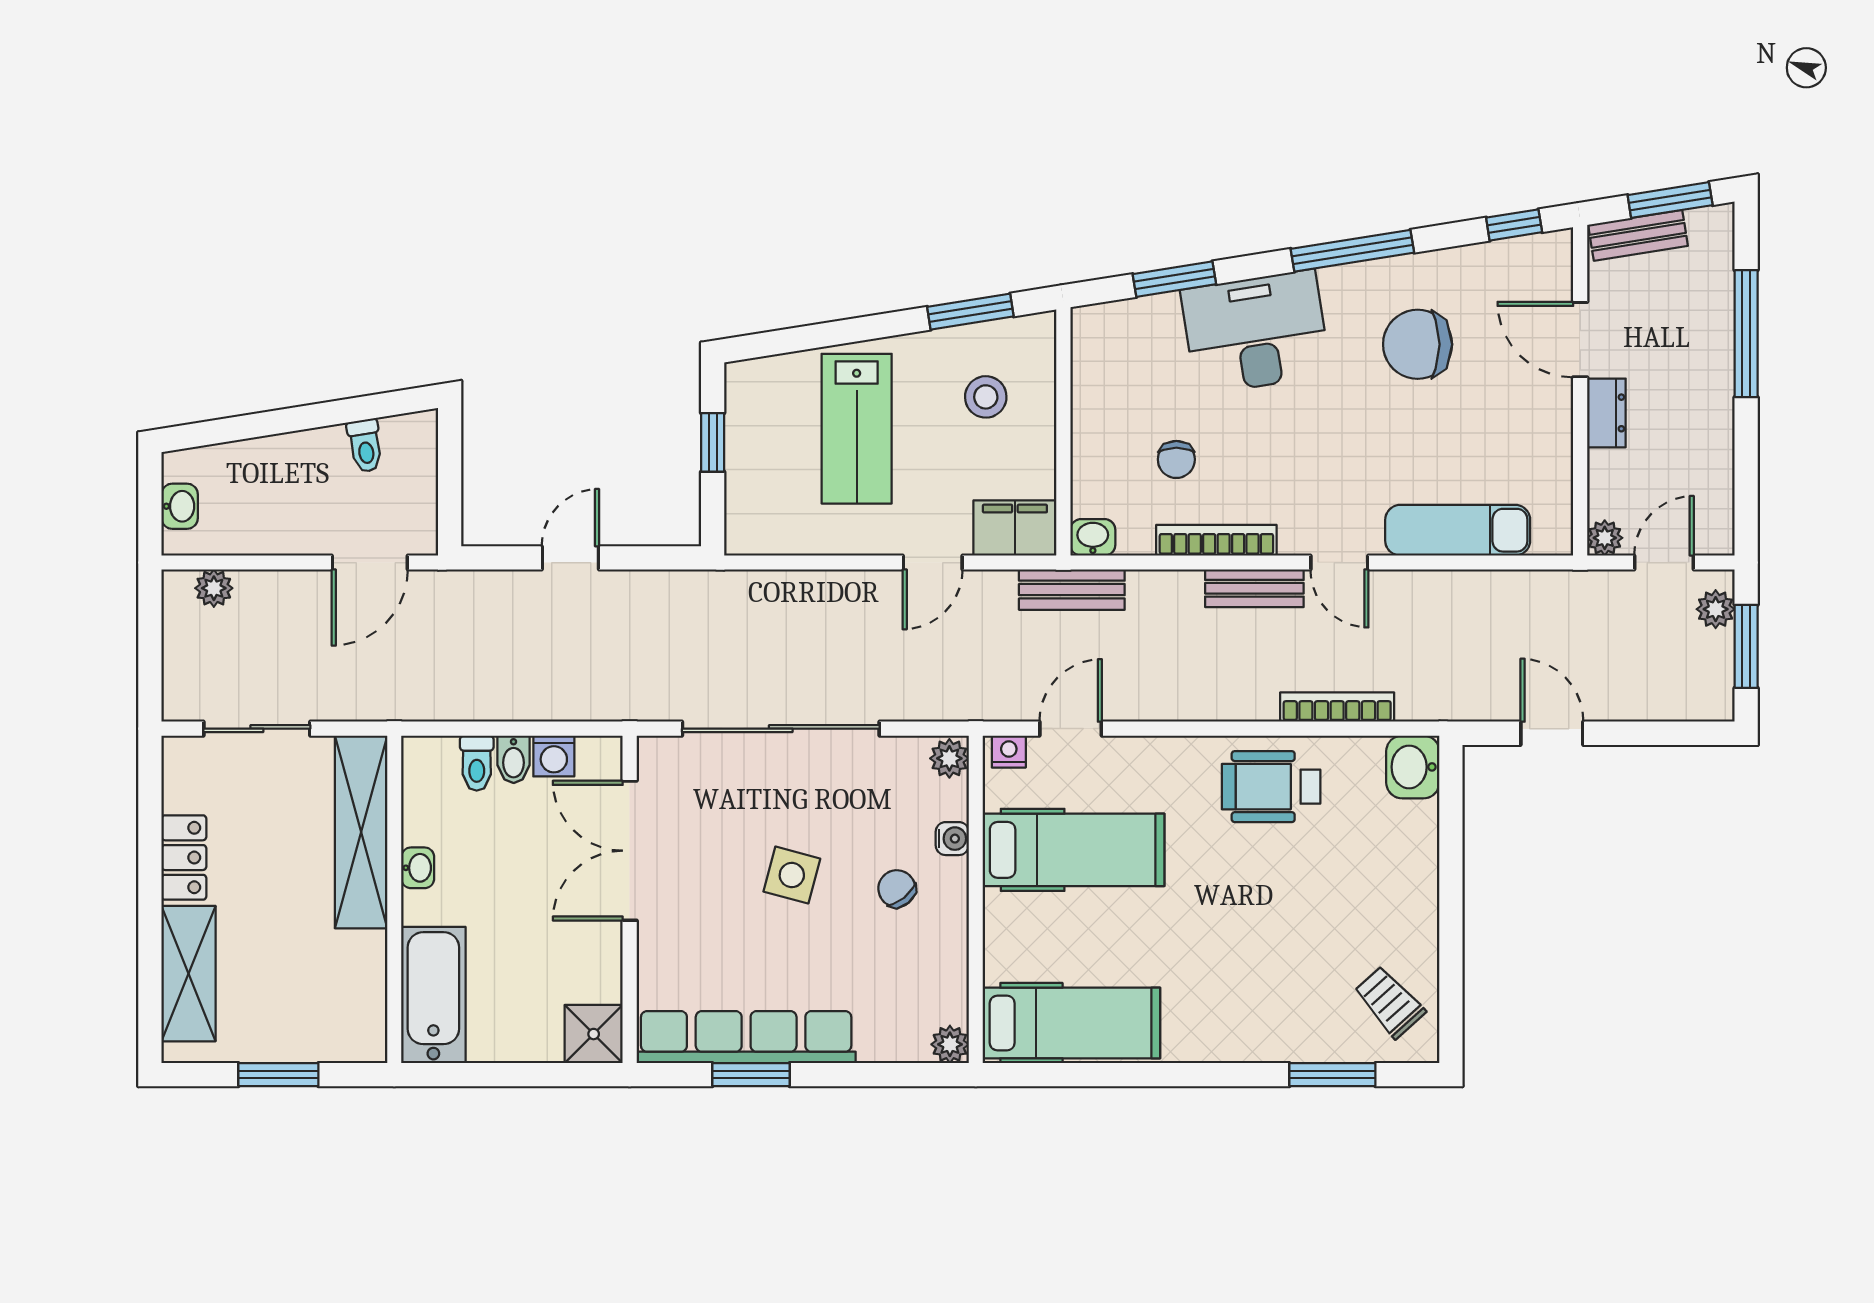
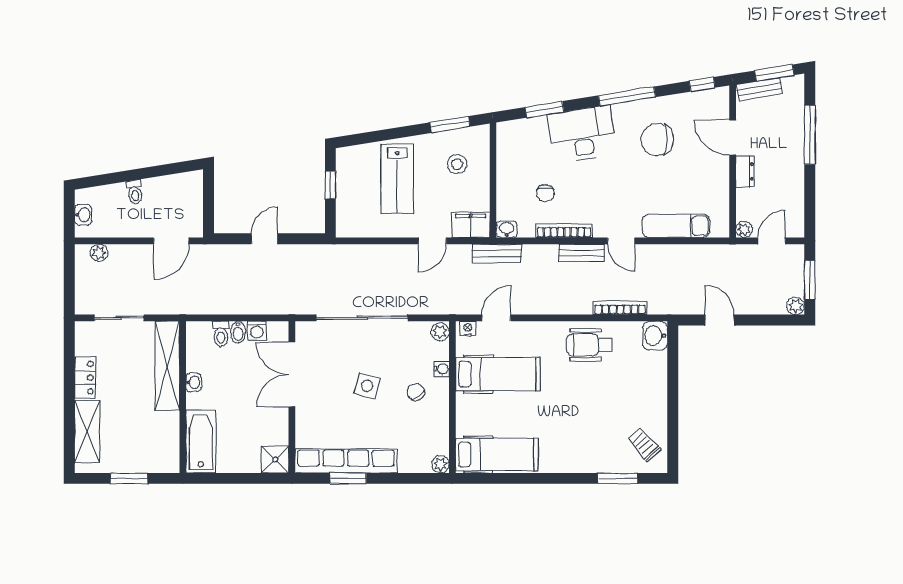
toilet: (365, 446) -> (135, 192), moved
plant: (1716, 609) -> (796, 306), moved

